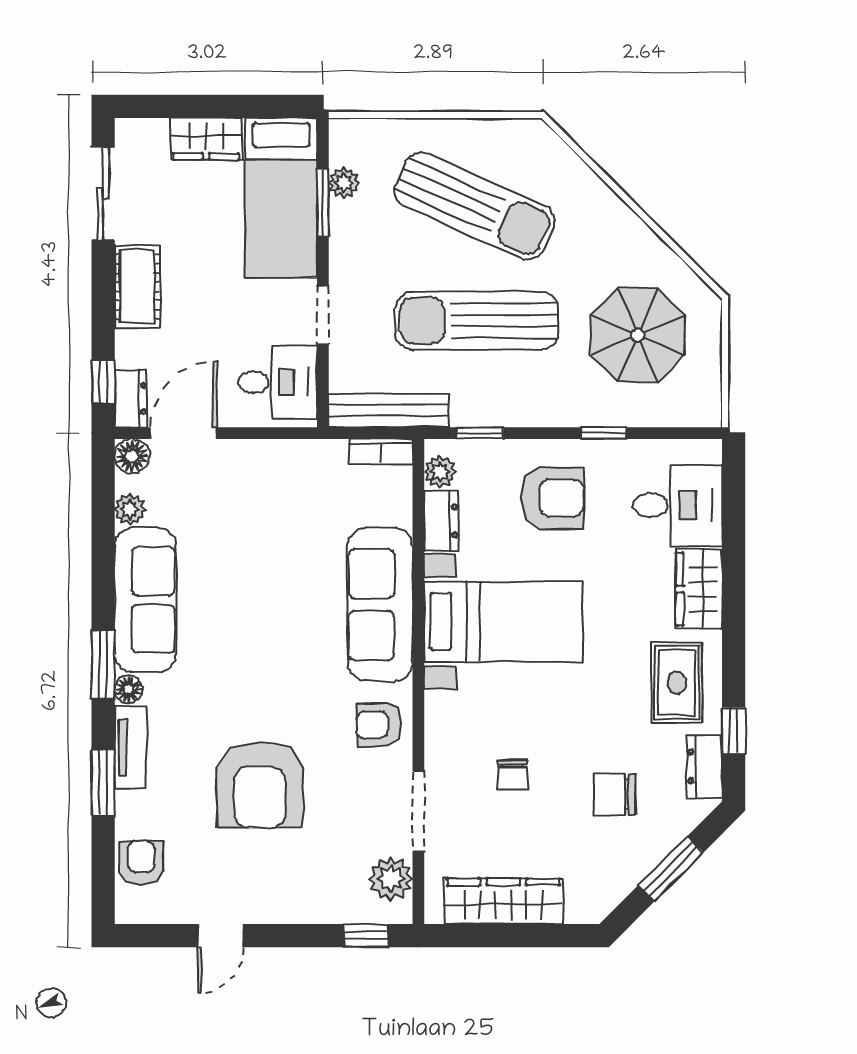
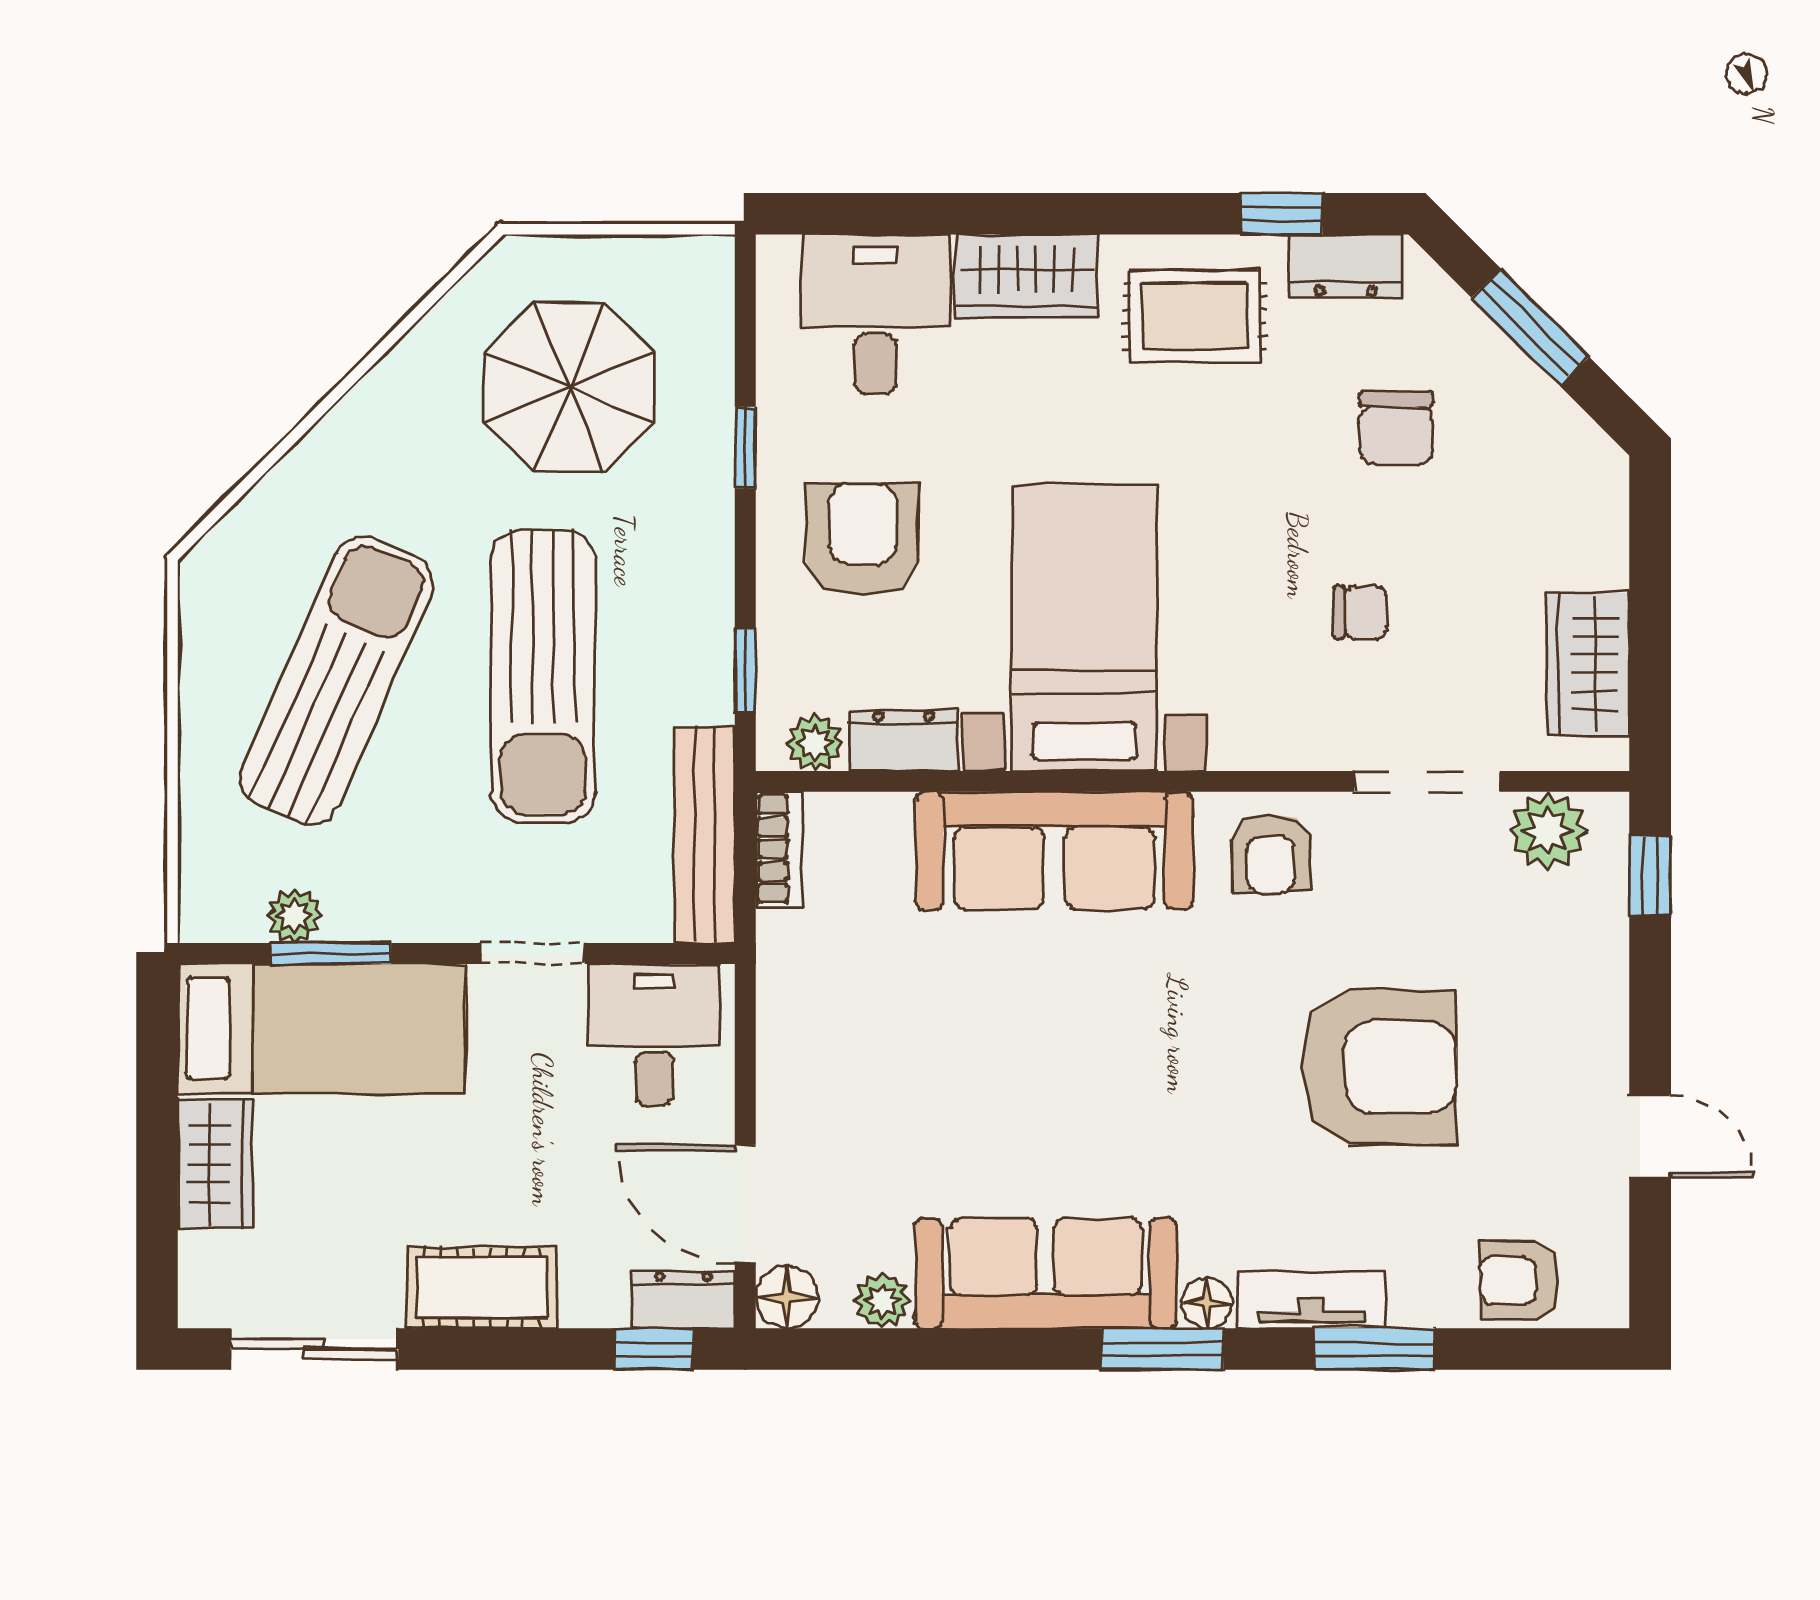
wardrobe: (503, 901) -> (1588, 664), width x0.67

